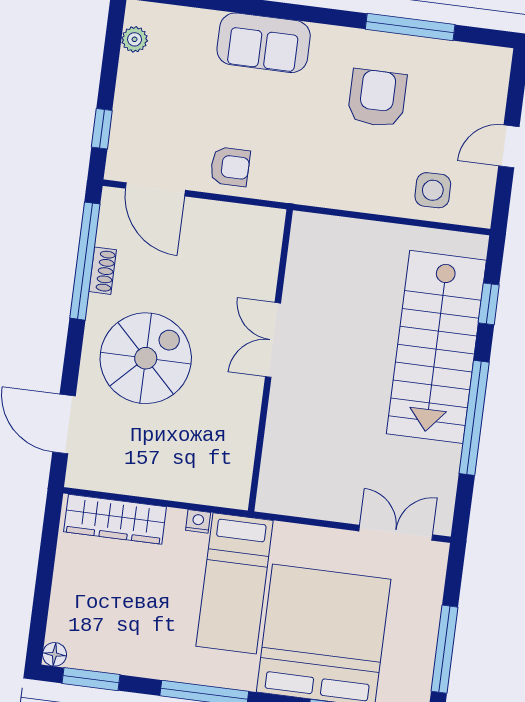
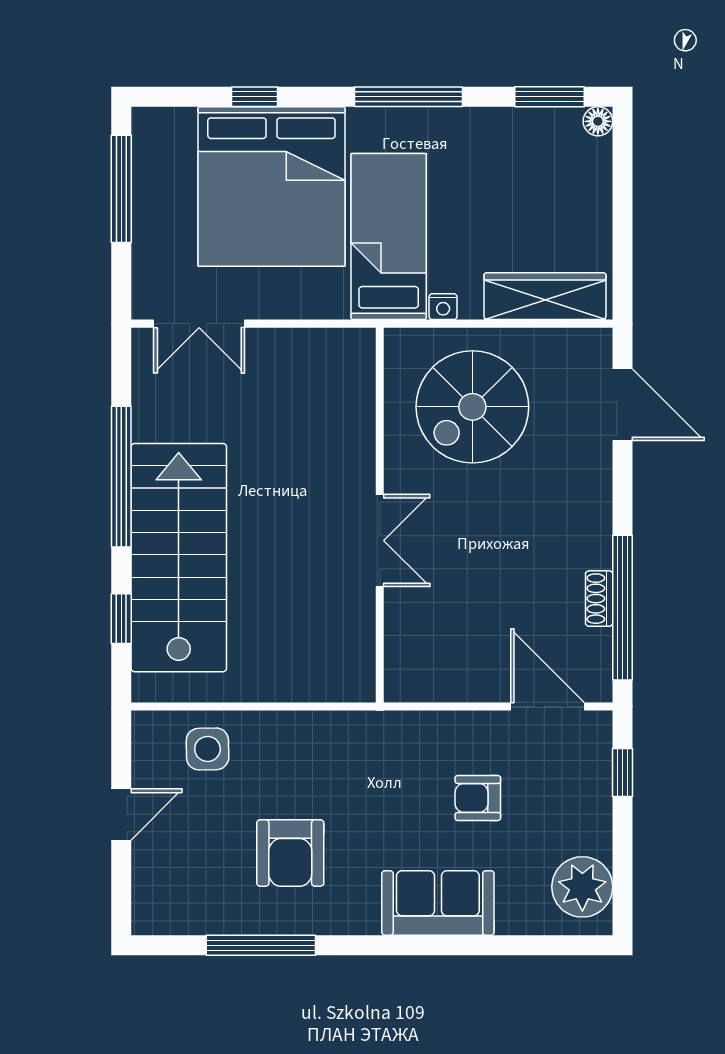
plant: (135, 39) -> (582, 887), width x1.88, depth x1.88
armchair: (230, 167) -> (478, 798), moved
spiral stairs: (146, 358) -> (472, 407), moved

